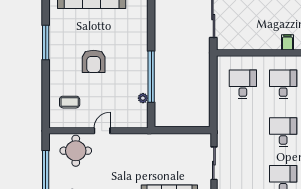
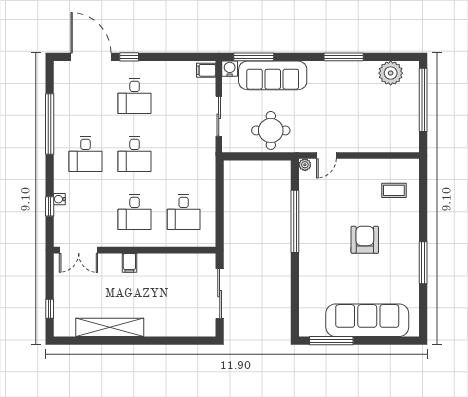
plant: (143, 98) -> (305, 165), moved
door: (102, 131) -> (326, 156), moved
round table: (76, 151) -> (271, 130), moved

